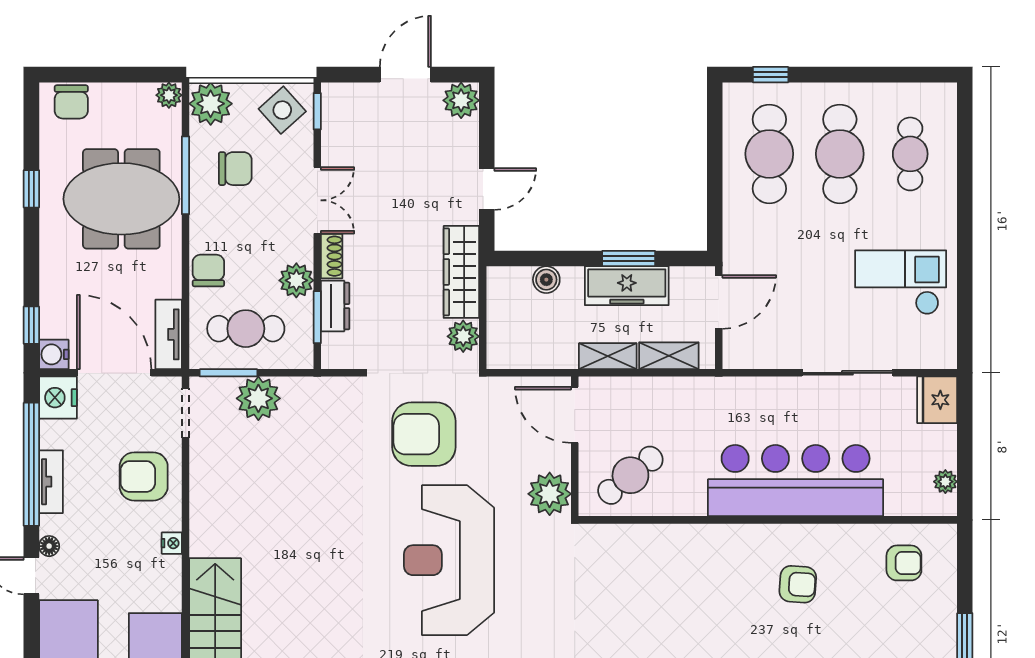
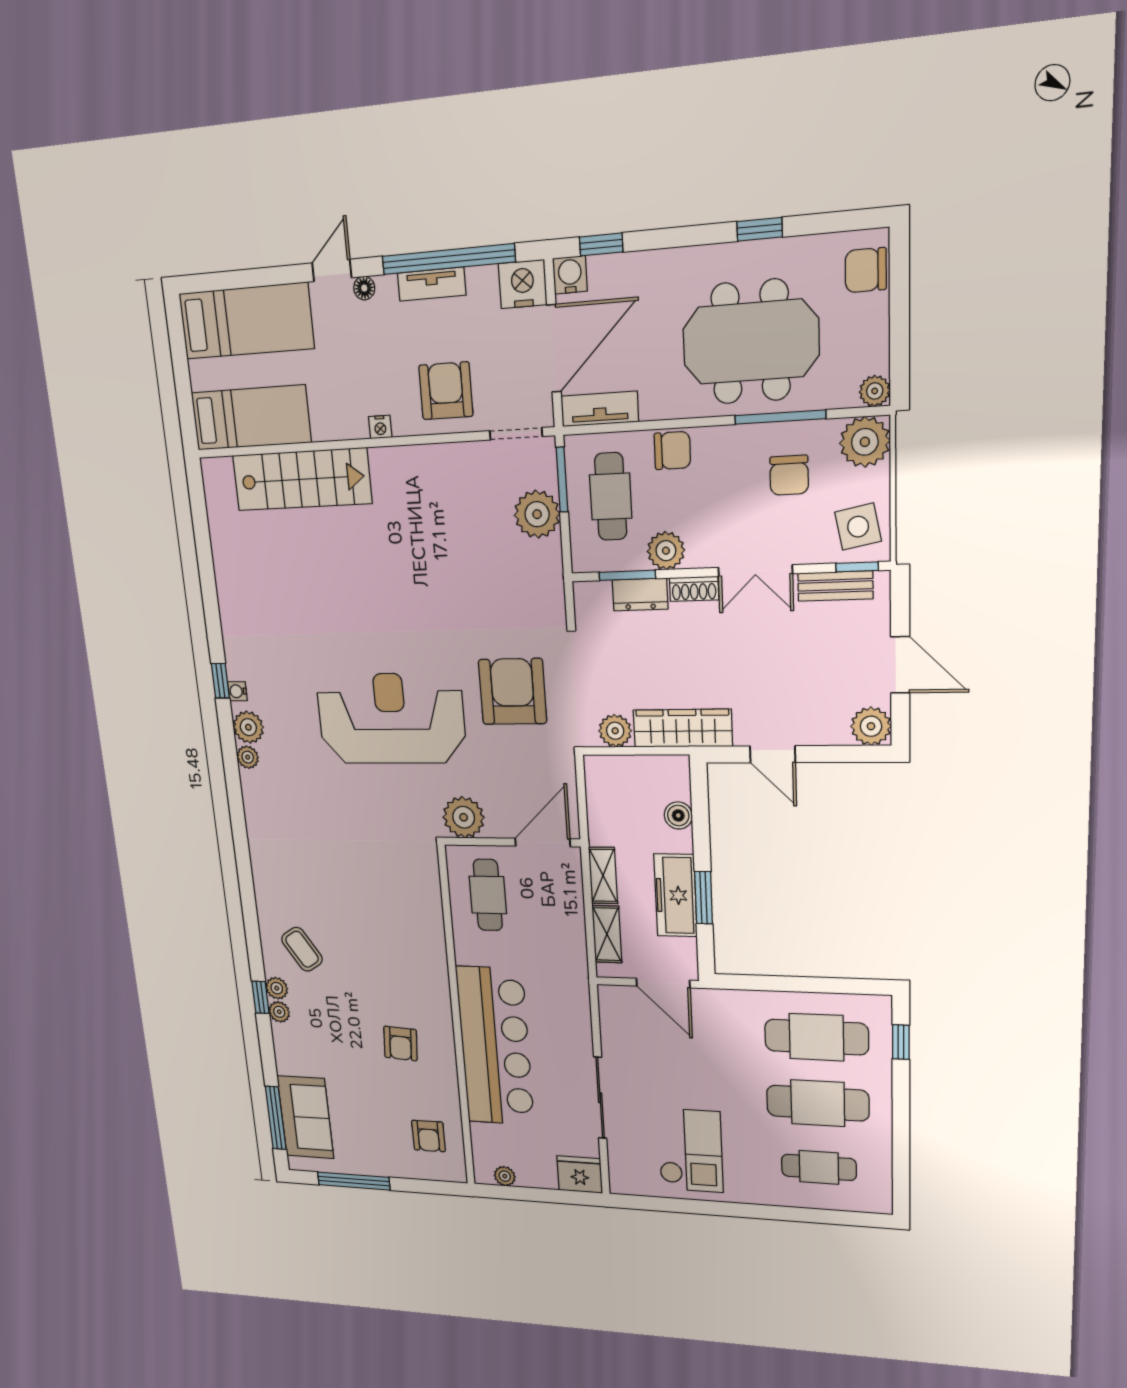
side table: (282, 110) -> (858, 527), turned 31
bench: (333, 130) -> (835, 586), added
meeting table: (121, 199) -> (751, 342), turned 90
cafe table: (630, 475) -> (488, 895), turned 39

